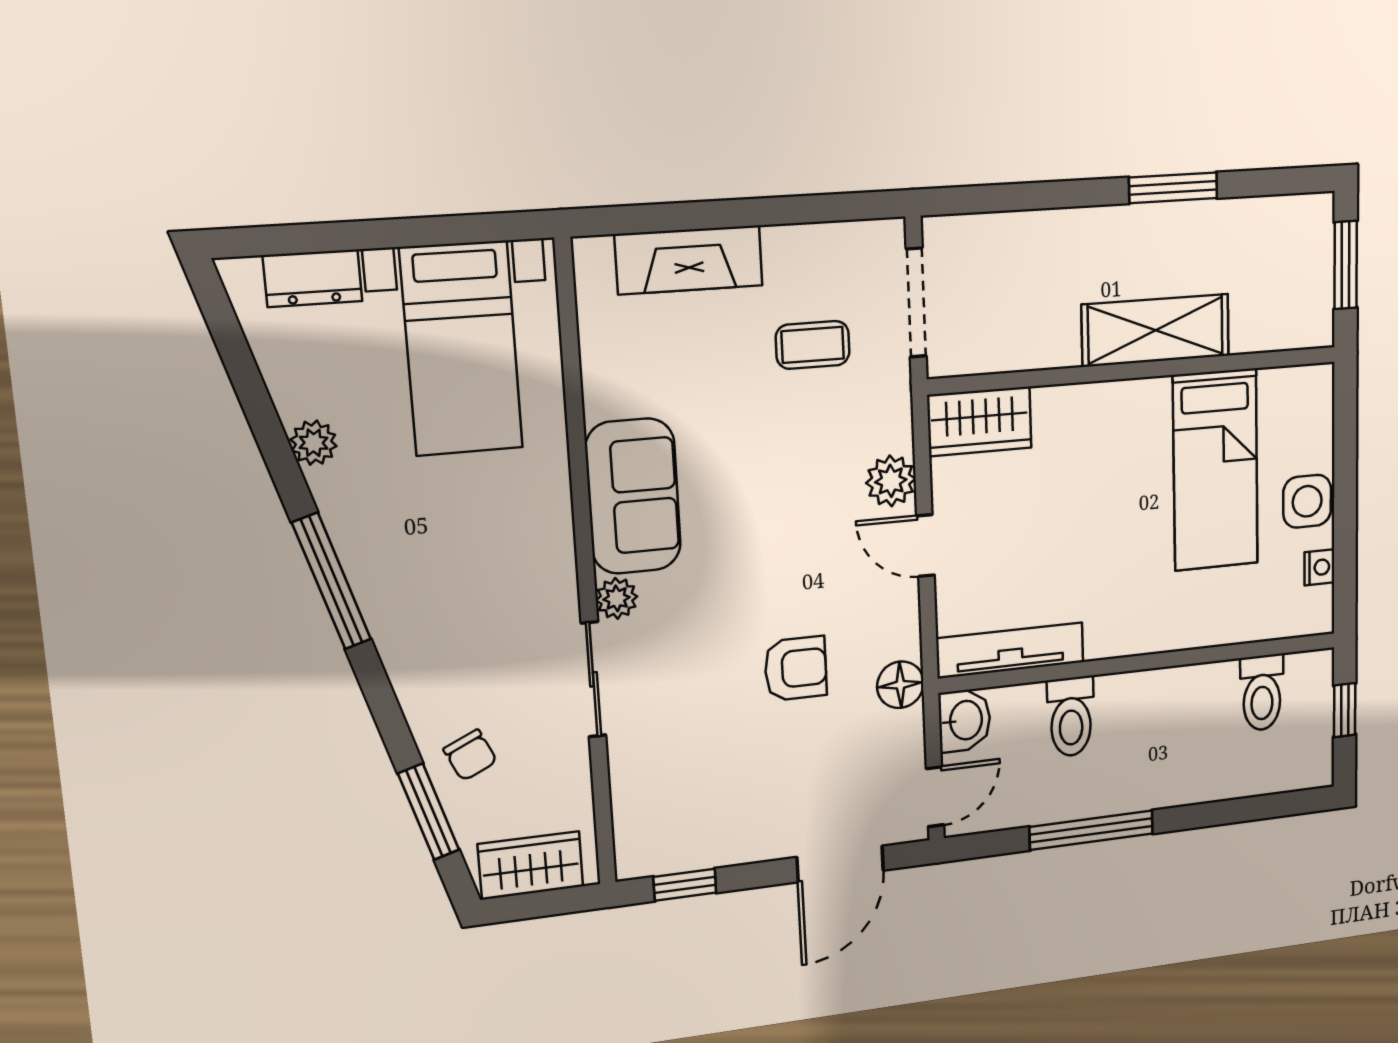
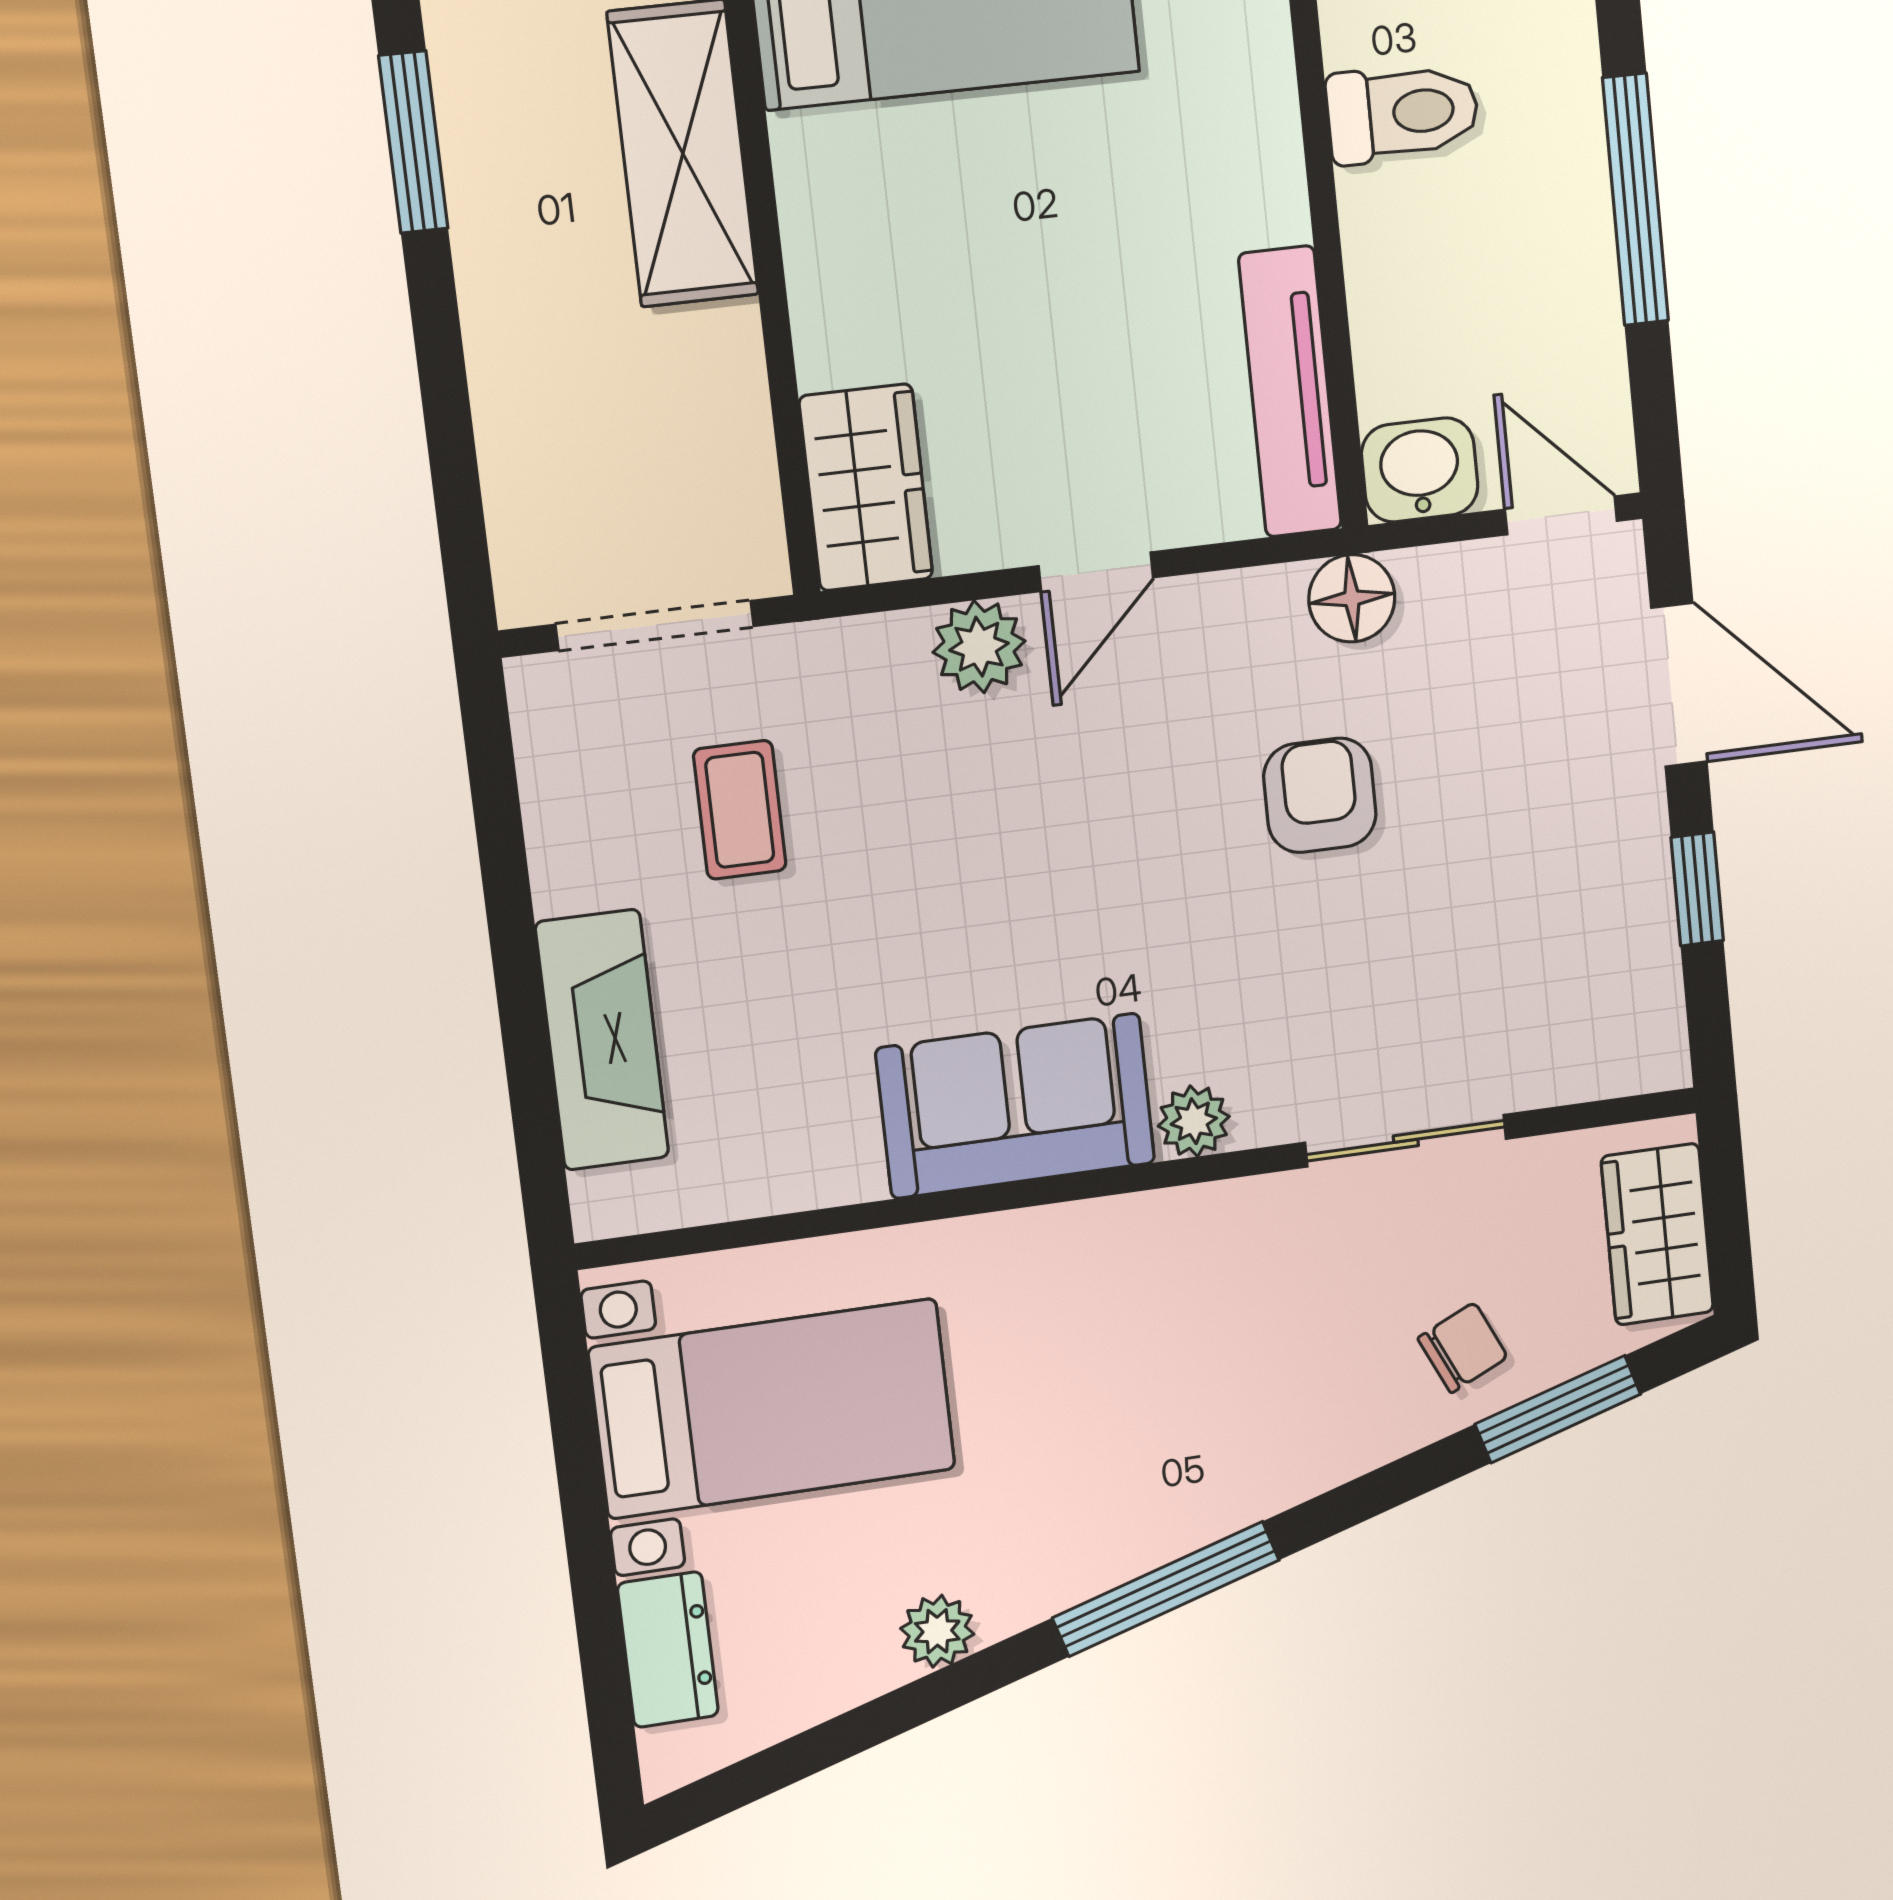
sliding door: (593, 679) -> (1406, 1141), moved
toilet: (1071, 717) -> (1403, 113), moved
window: (685, 885) -> (1697, 889), moved

